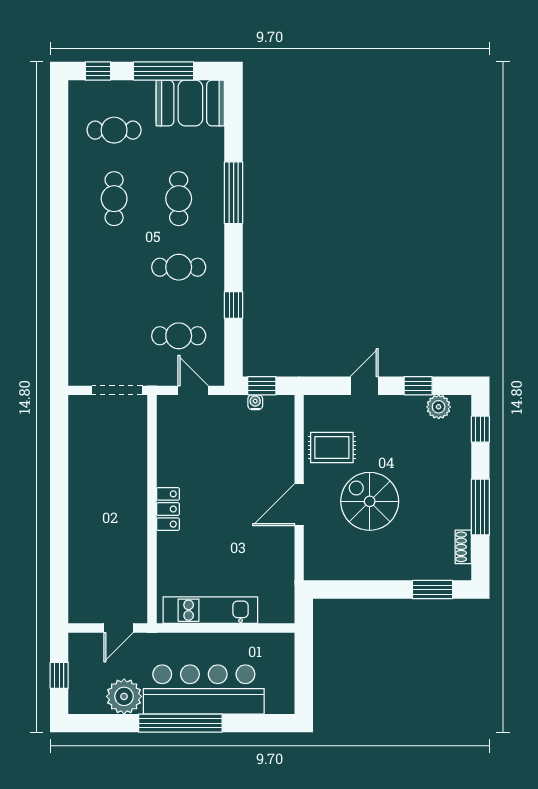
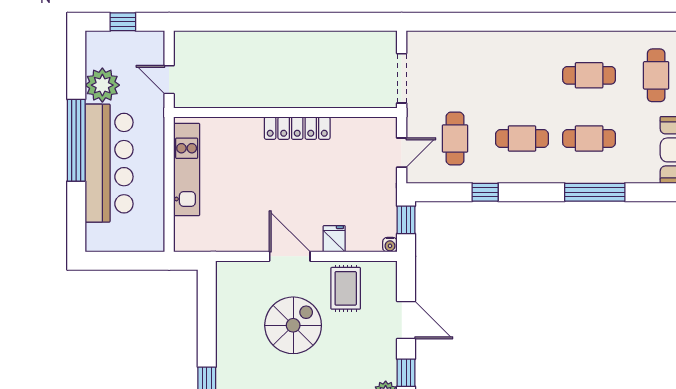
cafe table: (179, 267) -> (522, 139), turned 90
door: (364, 386) -> (406, 320), width x1.38
water cooler: (255, 402) -> (390, 245), moved, turned 90
fridge: (281, 459) -> (334, 239), added
locker: (168, 509) -> (297, 128), width x1.53

